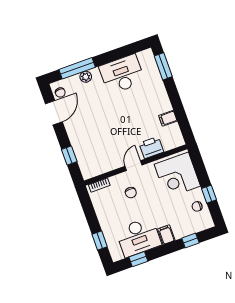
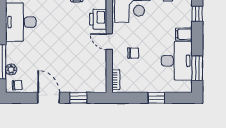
plant: (86, 77) -> (11, 70), moved
door: (54, 113) -> (49, 98), moved
window: (100, 241) -> (156, 98), moved
window: (138, 259) -> (197, 68), width x1.50

